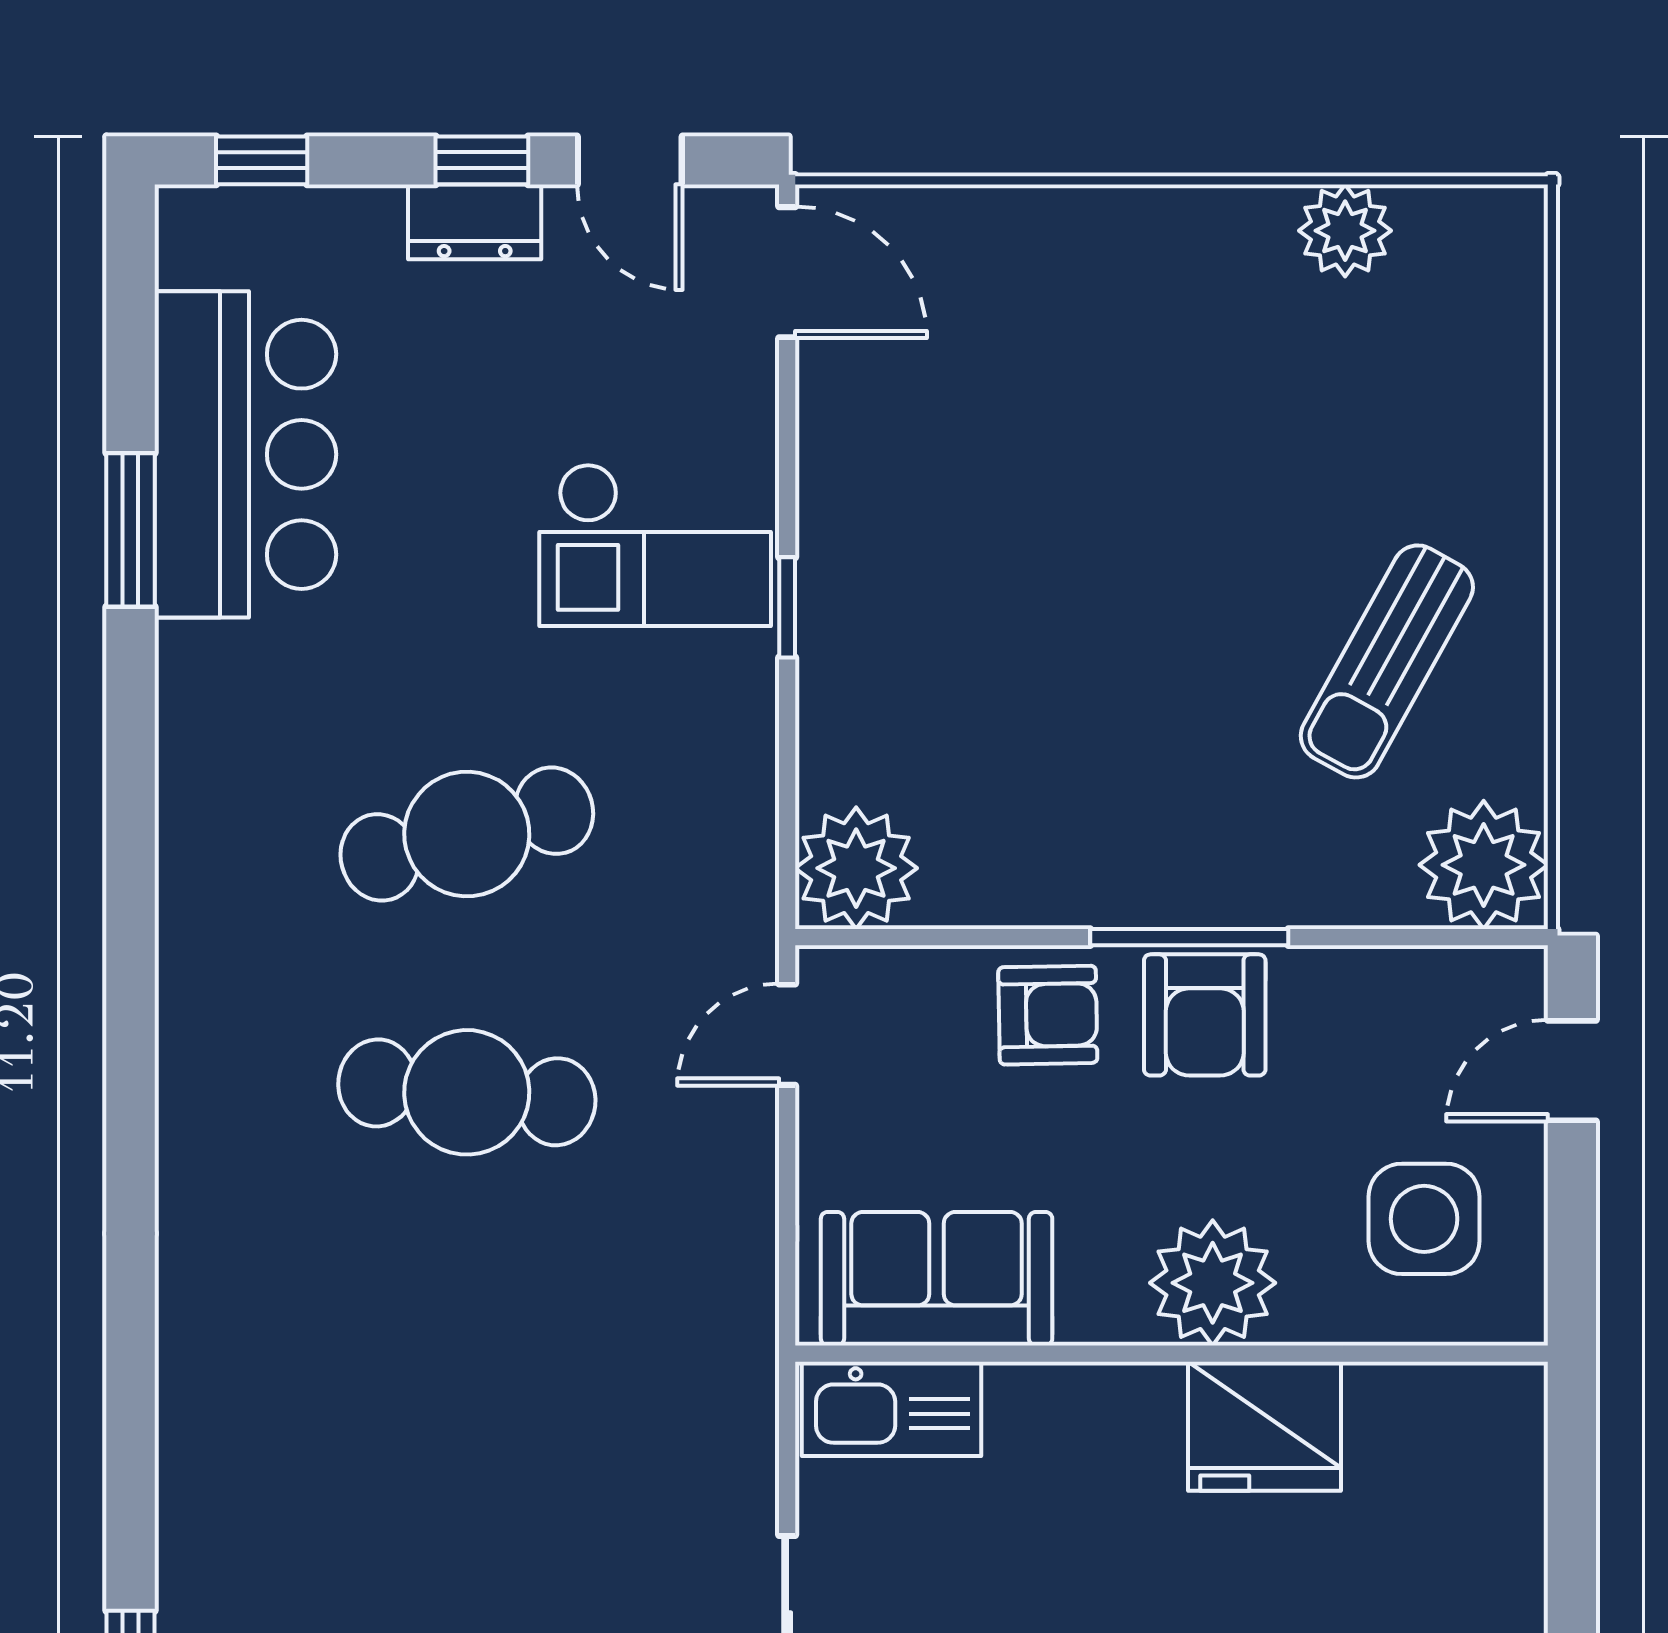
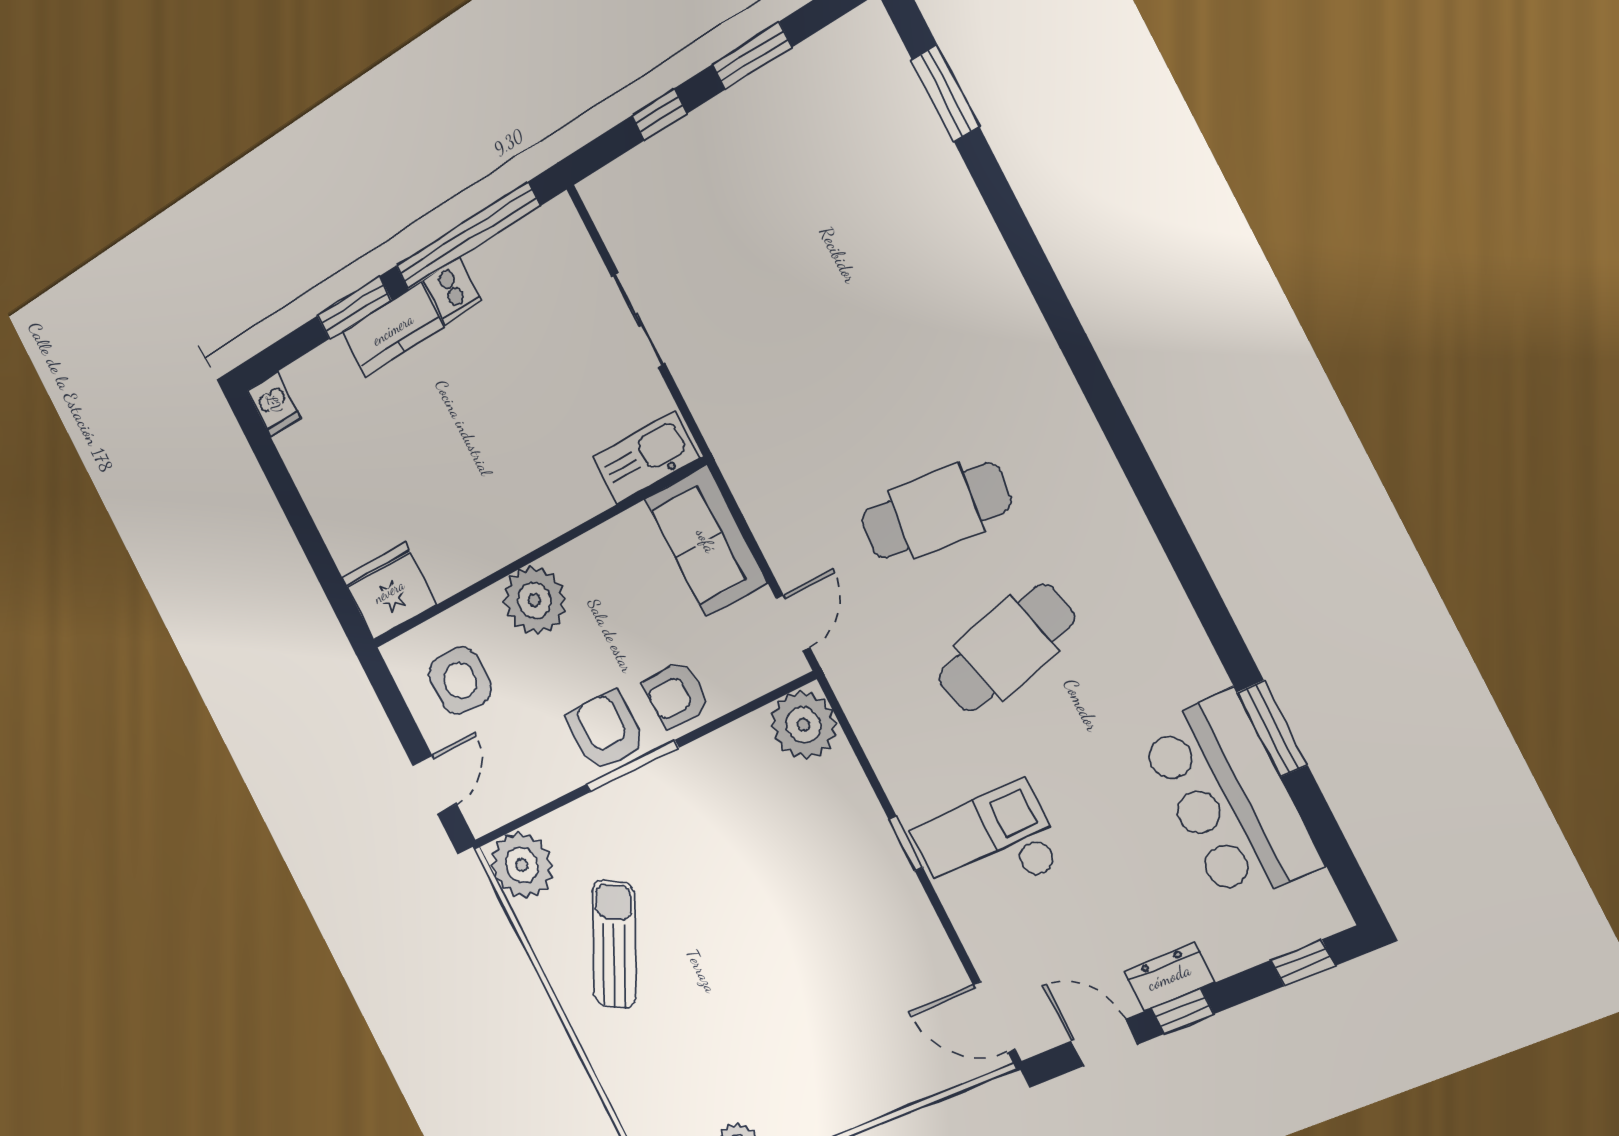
sofa: (937, 1279) -> (706, 541), moved, turned 90
fridge: (1265, 1426) -> (389, 591), moved

